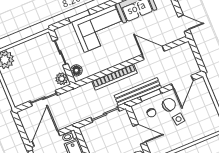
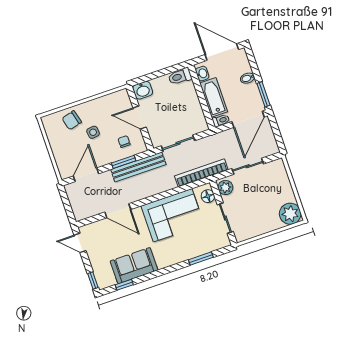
corner sofa: (99, 28) -> (173, 215), moved, turned 180
bookcase: (114, 77) -> (201, 173), moved
chair: (169, 105) -> (72, 120), moved

